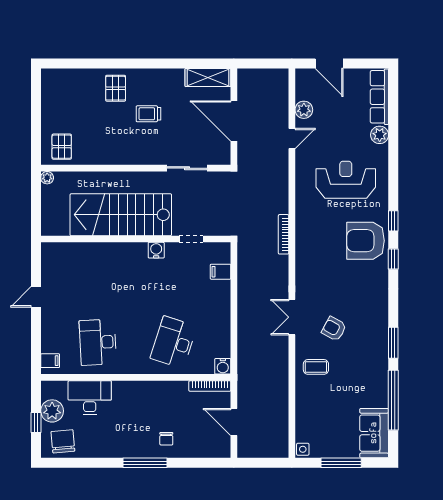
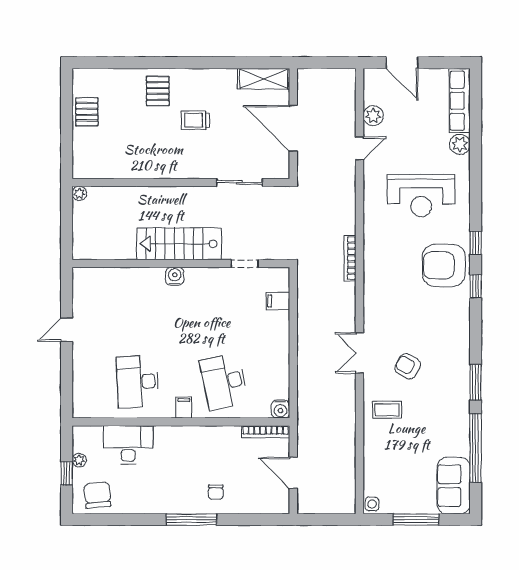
pallet: (62, 147) -> (87, 112), moved
reception desk: (346, 180) -> (421, 196), turned 180
stairs: (121, 215) -> (179, 244), width x0.73, depth x0.66
water cooler: (156, 250) -> (175, 276), moved
desk: (174, 342) -> (224, 382), turned -30
filing cabinet: (50, 361) -> (184, 408), moved, turned -90
plant: (52, 411) -> (79, 460), width x0.53, depth x0.53

